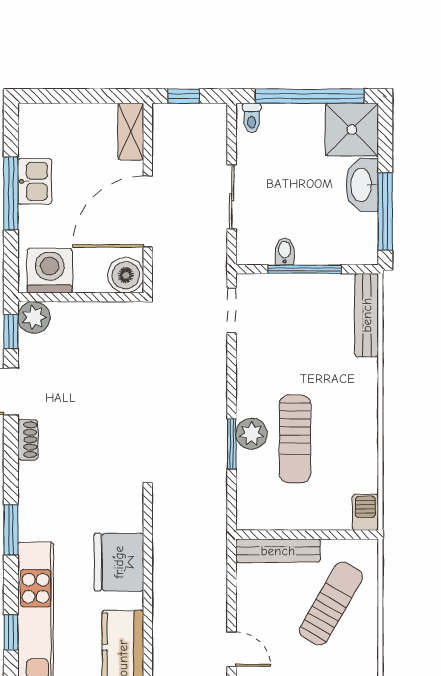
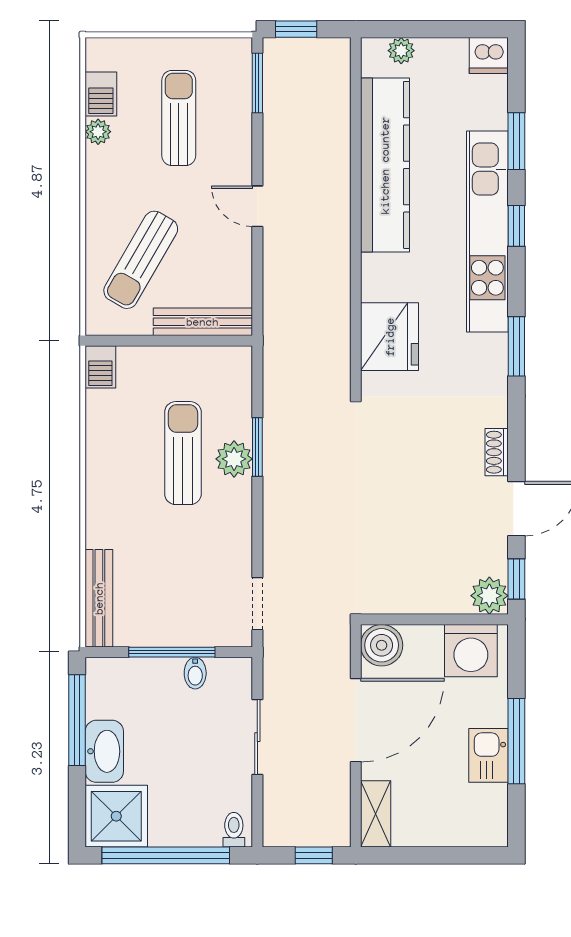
fridge: (119, 562) -> (390, 337), moved

